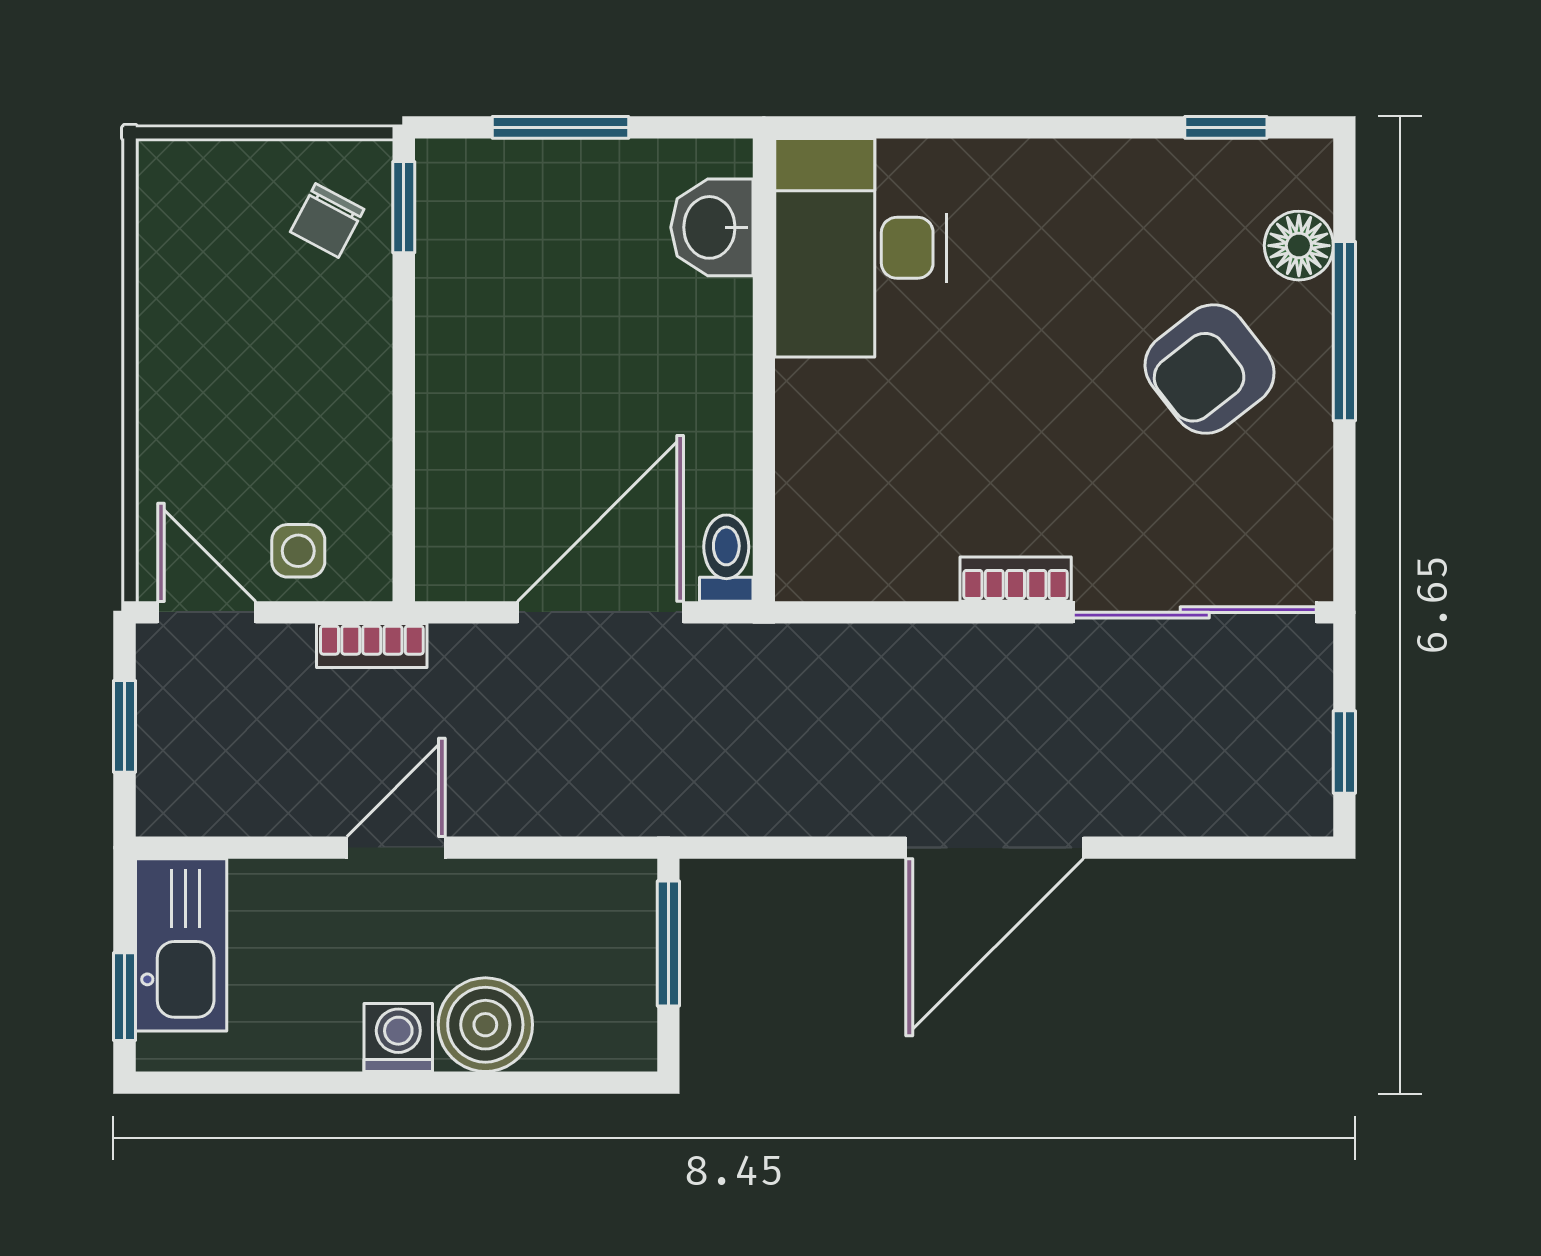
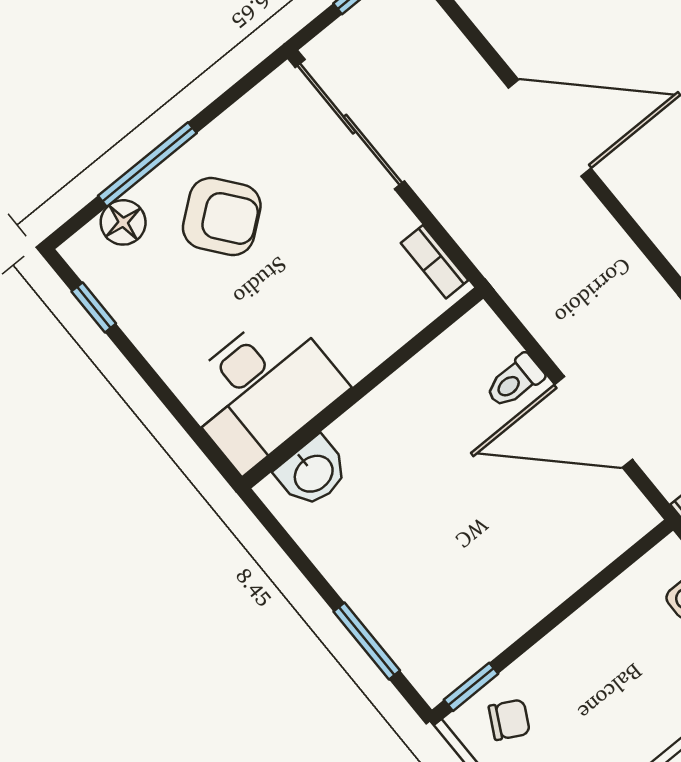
washbasin: (712, 227) -> (313, 473), moved
desk: (861, 248) -> (262, 390), moved
wall: (764, 370) -> (363, 388), moved
bookcase: (1016, 579) -> (434, 262), moved

